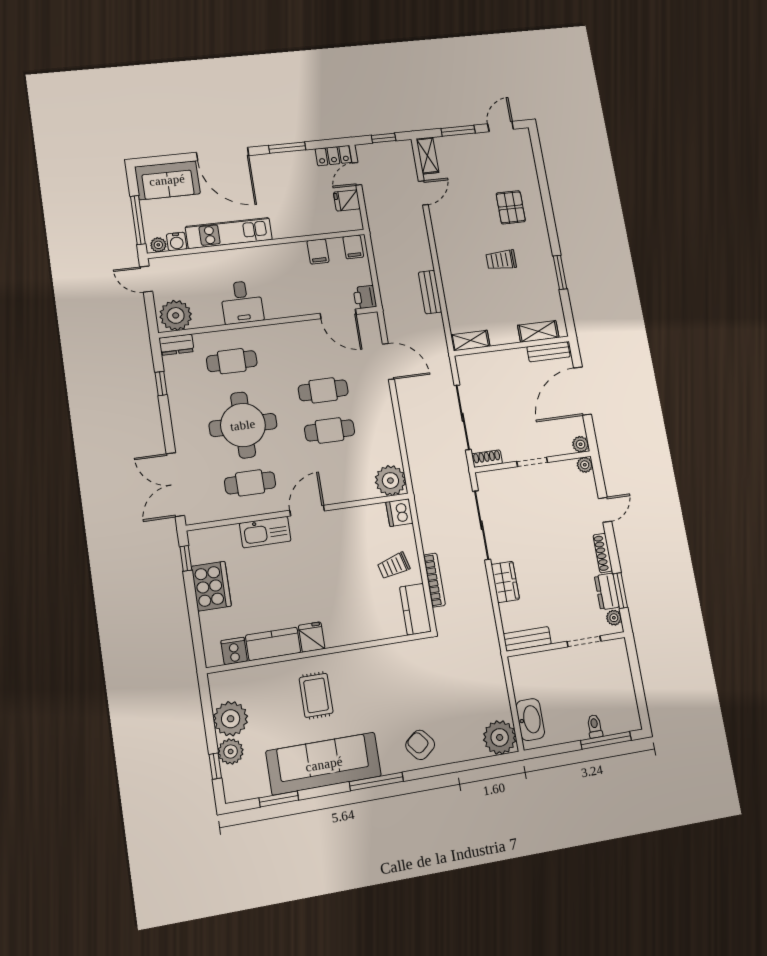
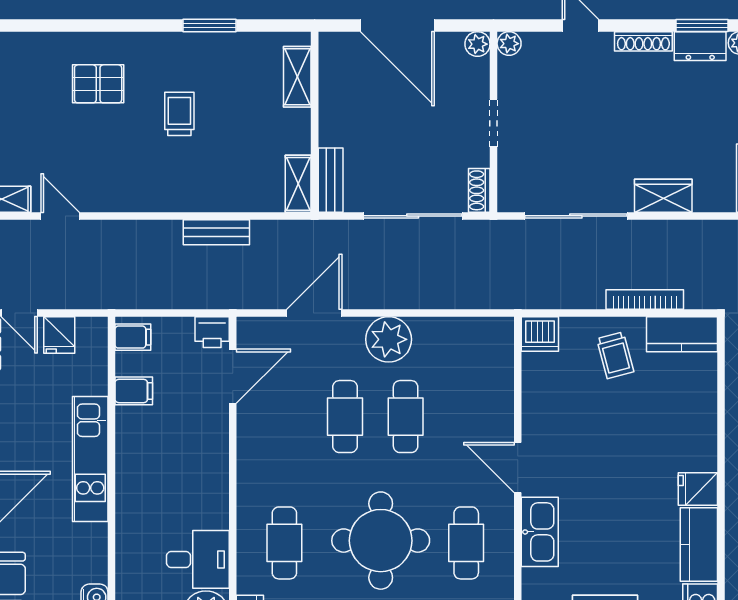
kitchen unit: (229, 233) -> (90, 459), moved
trolley: (501, 260) -> (179, 114), turned 180
desk: (242, 302) -> (198, 559), moved
bench: (548, 352) -> (331, 180), moved
plant: (390, 481) -> (389, 339), moved

